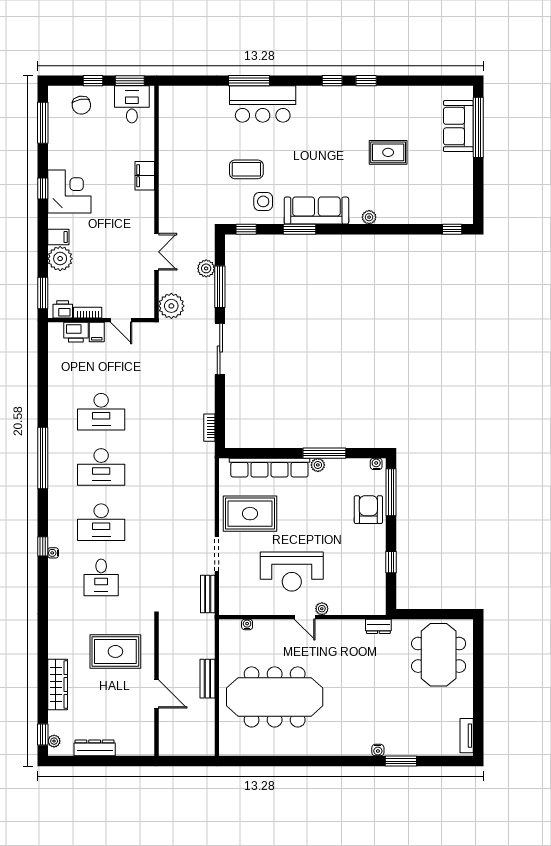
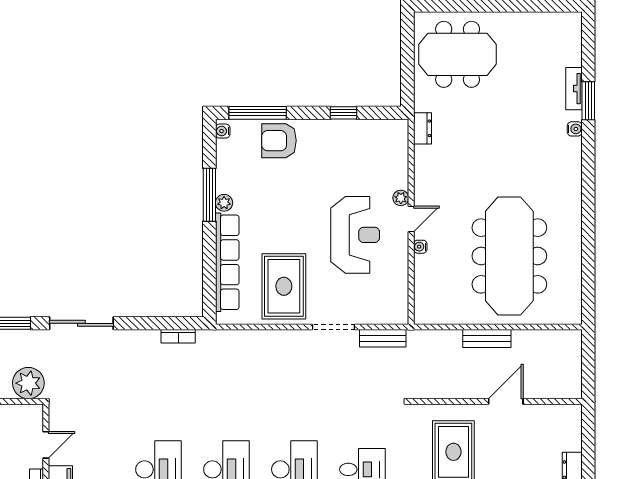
water cooler: (247, 624) -> (420, 247), moved
tv unit: (467, 736) -> (574, 89), moved, turned 90

